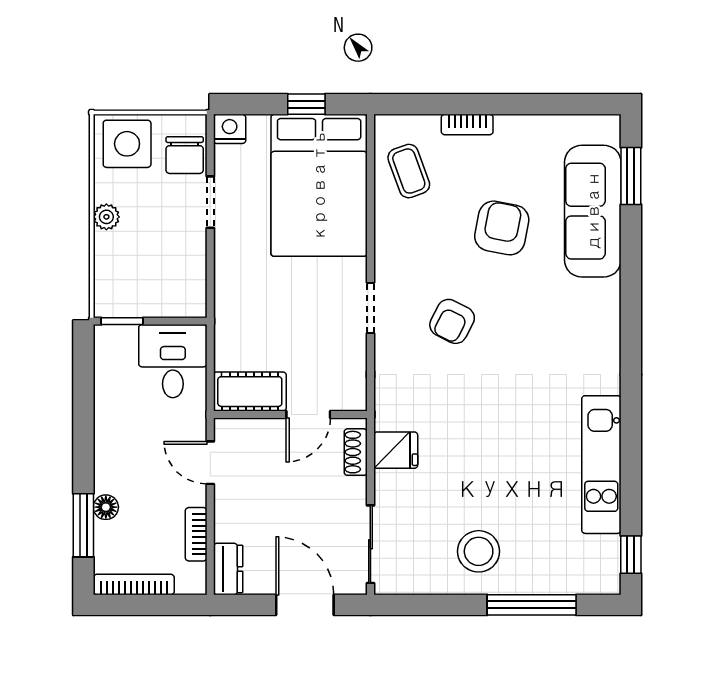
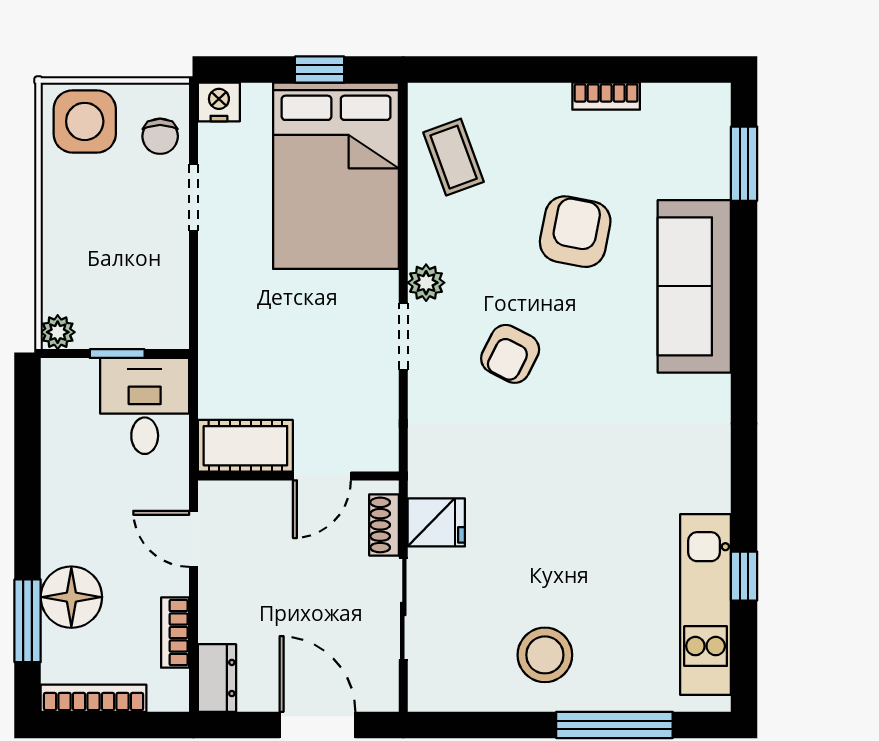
bookcase: (467, 125) -> (606, 96), moved
chair: (185, 155) -> (160, 136), width x0.73, depth x0.73
sofa: (593, 211) -> (694, 286), moved
plant: (106, 217) -> (58, 332), moved
plant: (388, 267) -> (426, 283), added
window: (122, 321) -> (117, 354), moved
kitchen unit: (601, 465) -> (706, 604), moved
floor lamp: (106, 507) -> (71, 597), width x1.89, depth x1.89
sliding door: (370, 544) -> (403, 609), moved
window: (631, 555) -> (744, 576), moved

